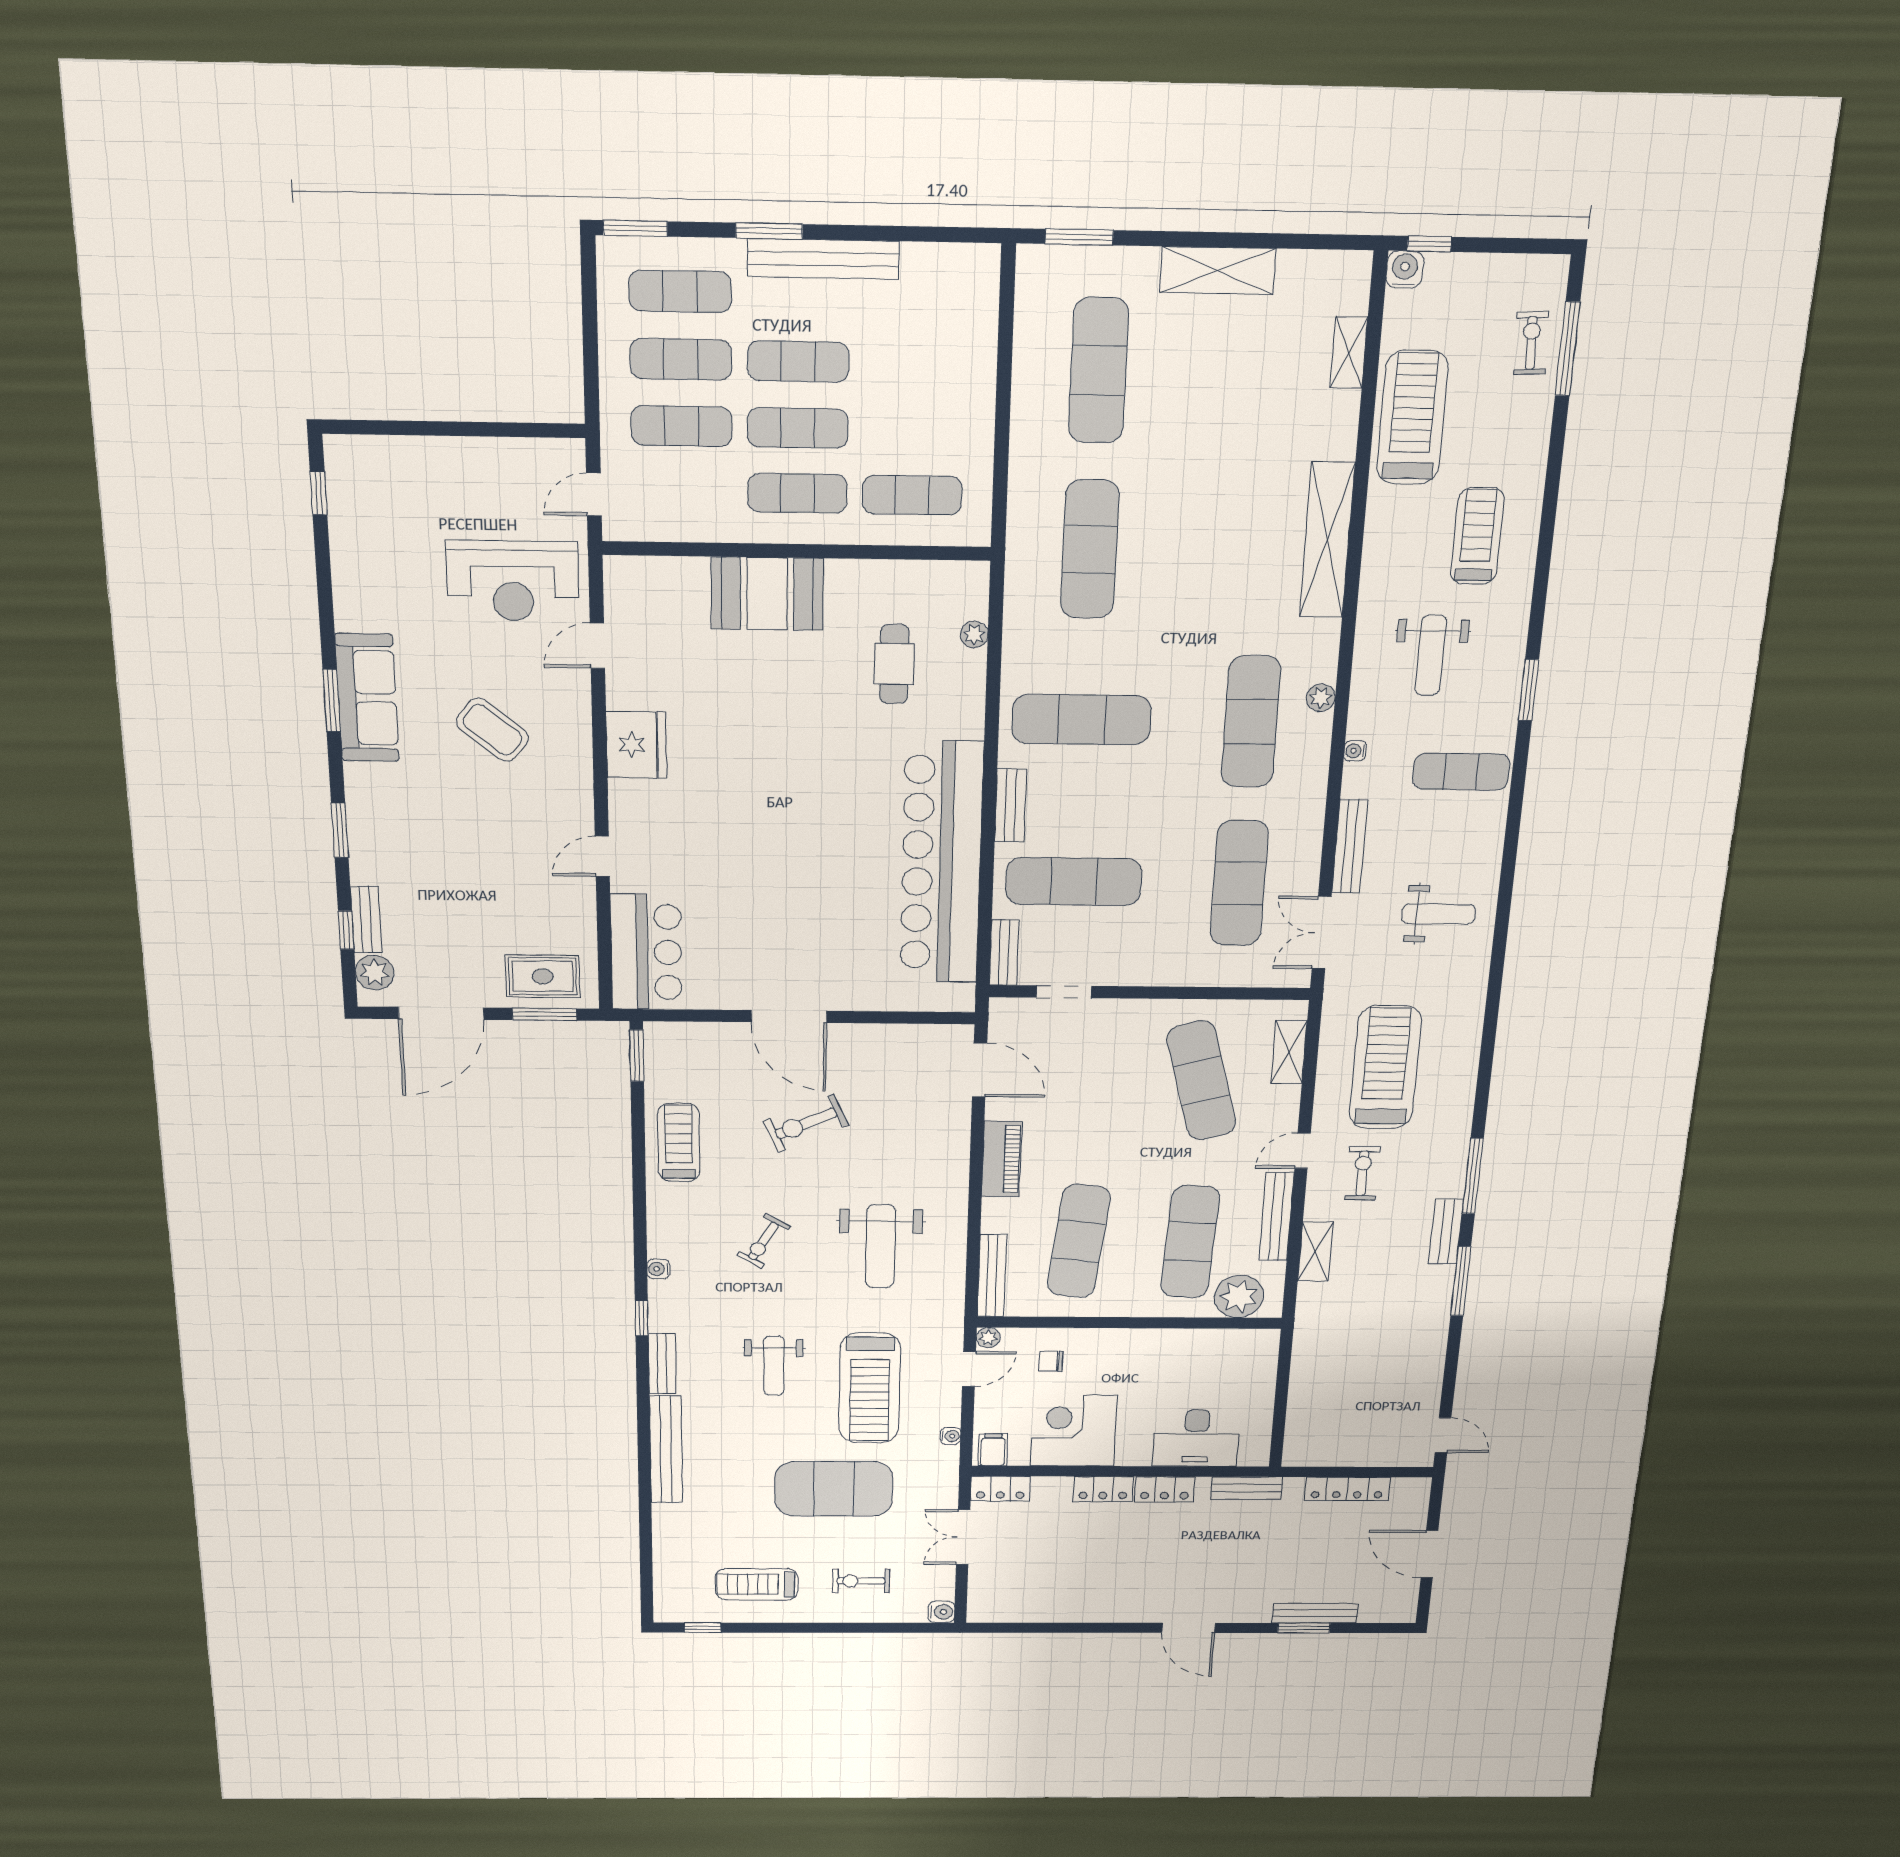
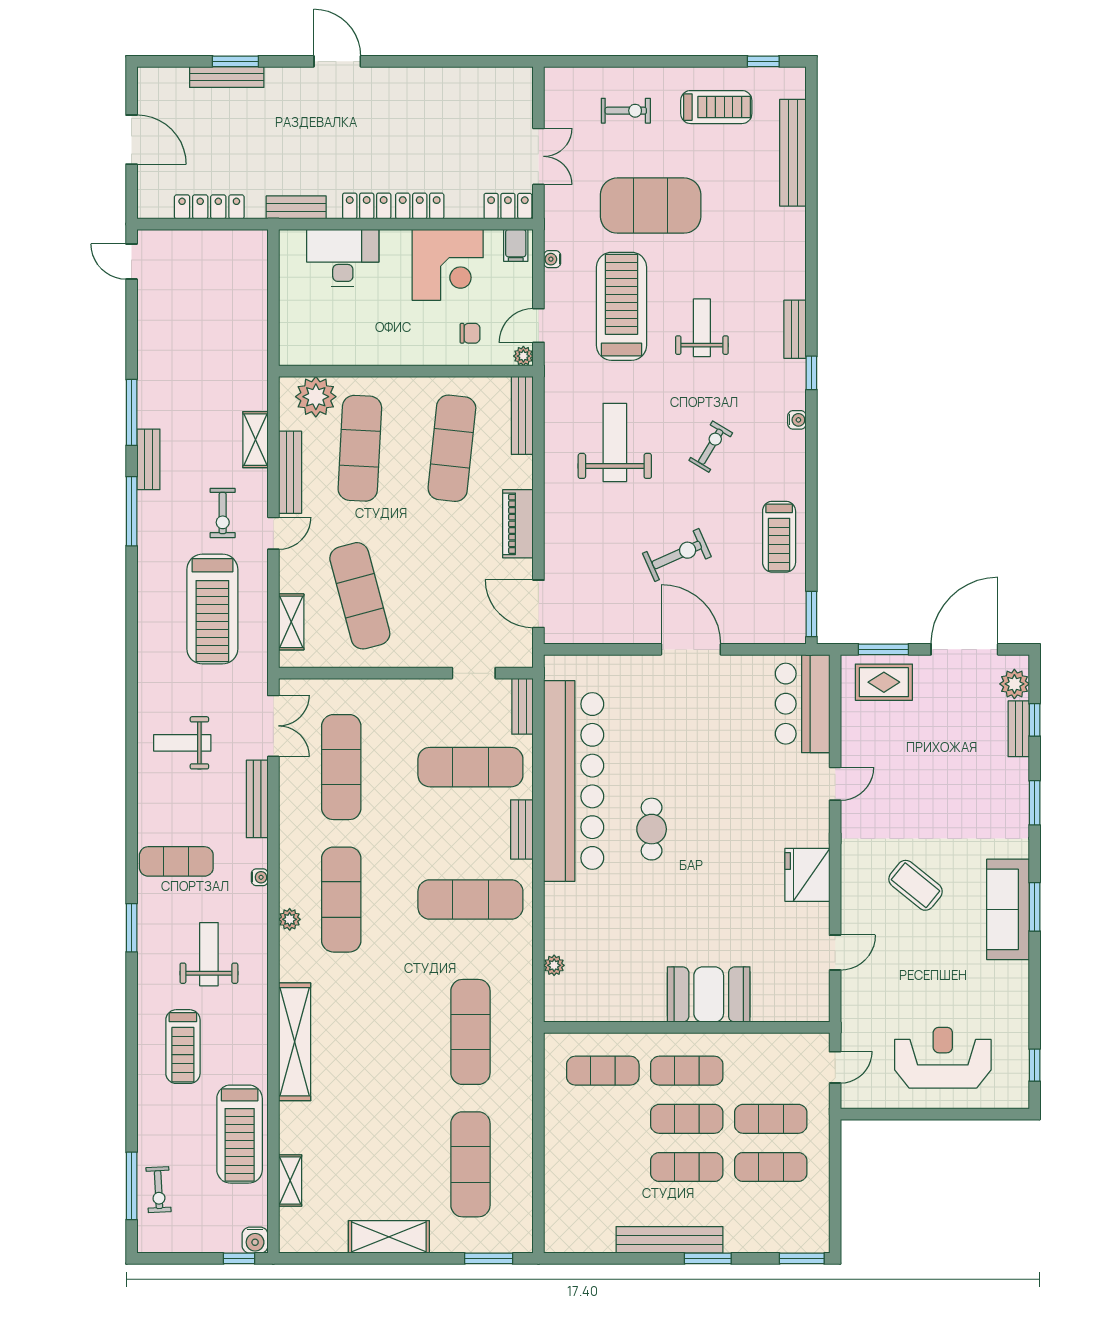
exercise mat: (680, 291) -> (771, 1215), removed
reception desk: (513, 581) -> (943, 1058), moved
cafe table: (894, 664) -> (652, 829), moved
bench: (666, 1450) -> (793, 153), moved
water cooler: (941, 1612) -> (555, 78), removed

